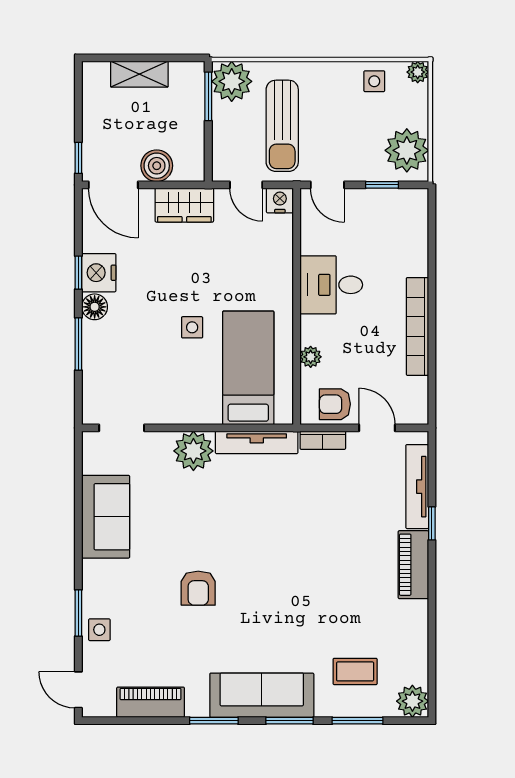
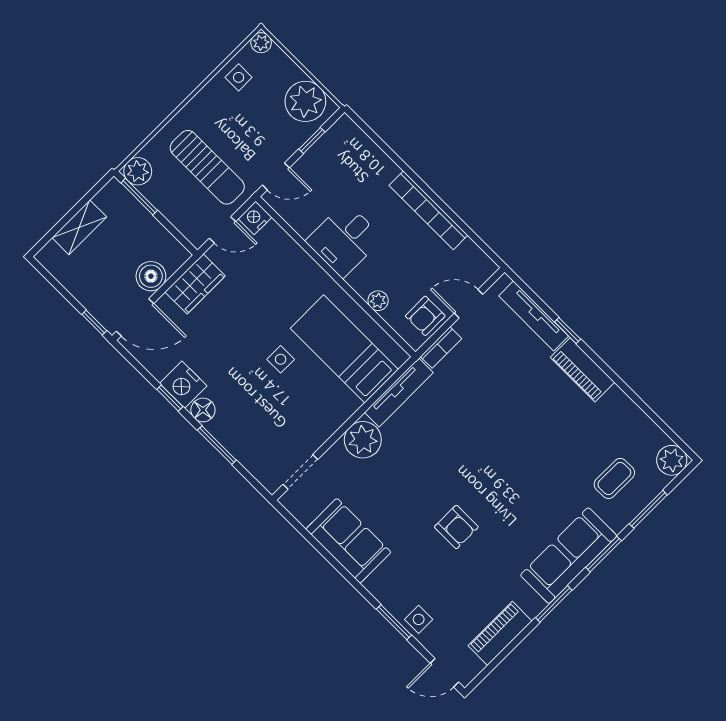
plant: (232, 81) -> (138, 171), width x0.73, depth x0.73

